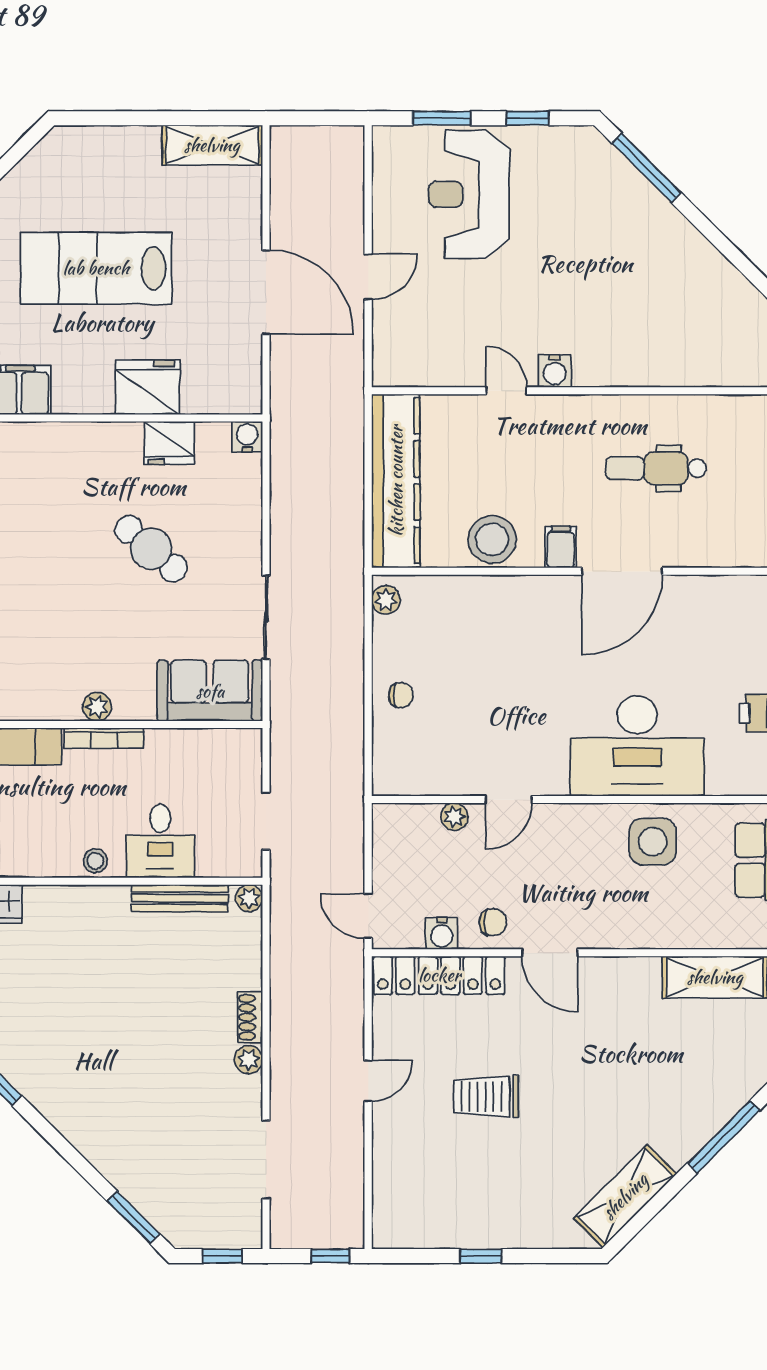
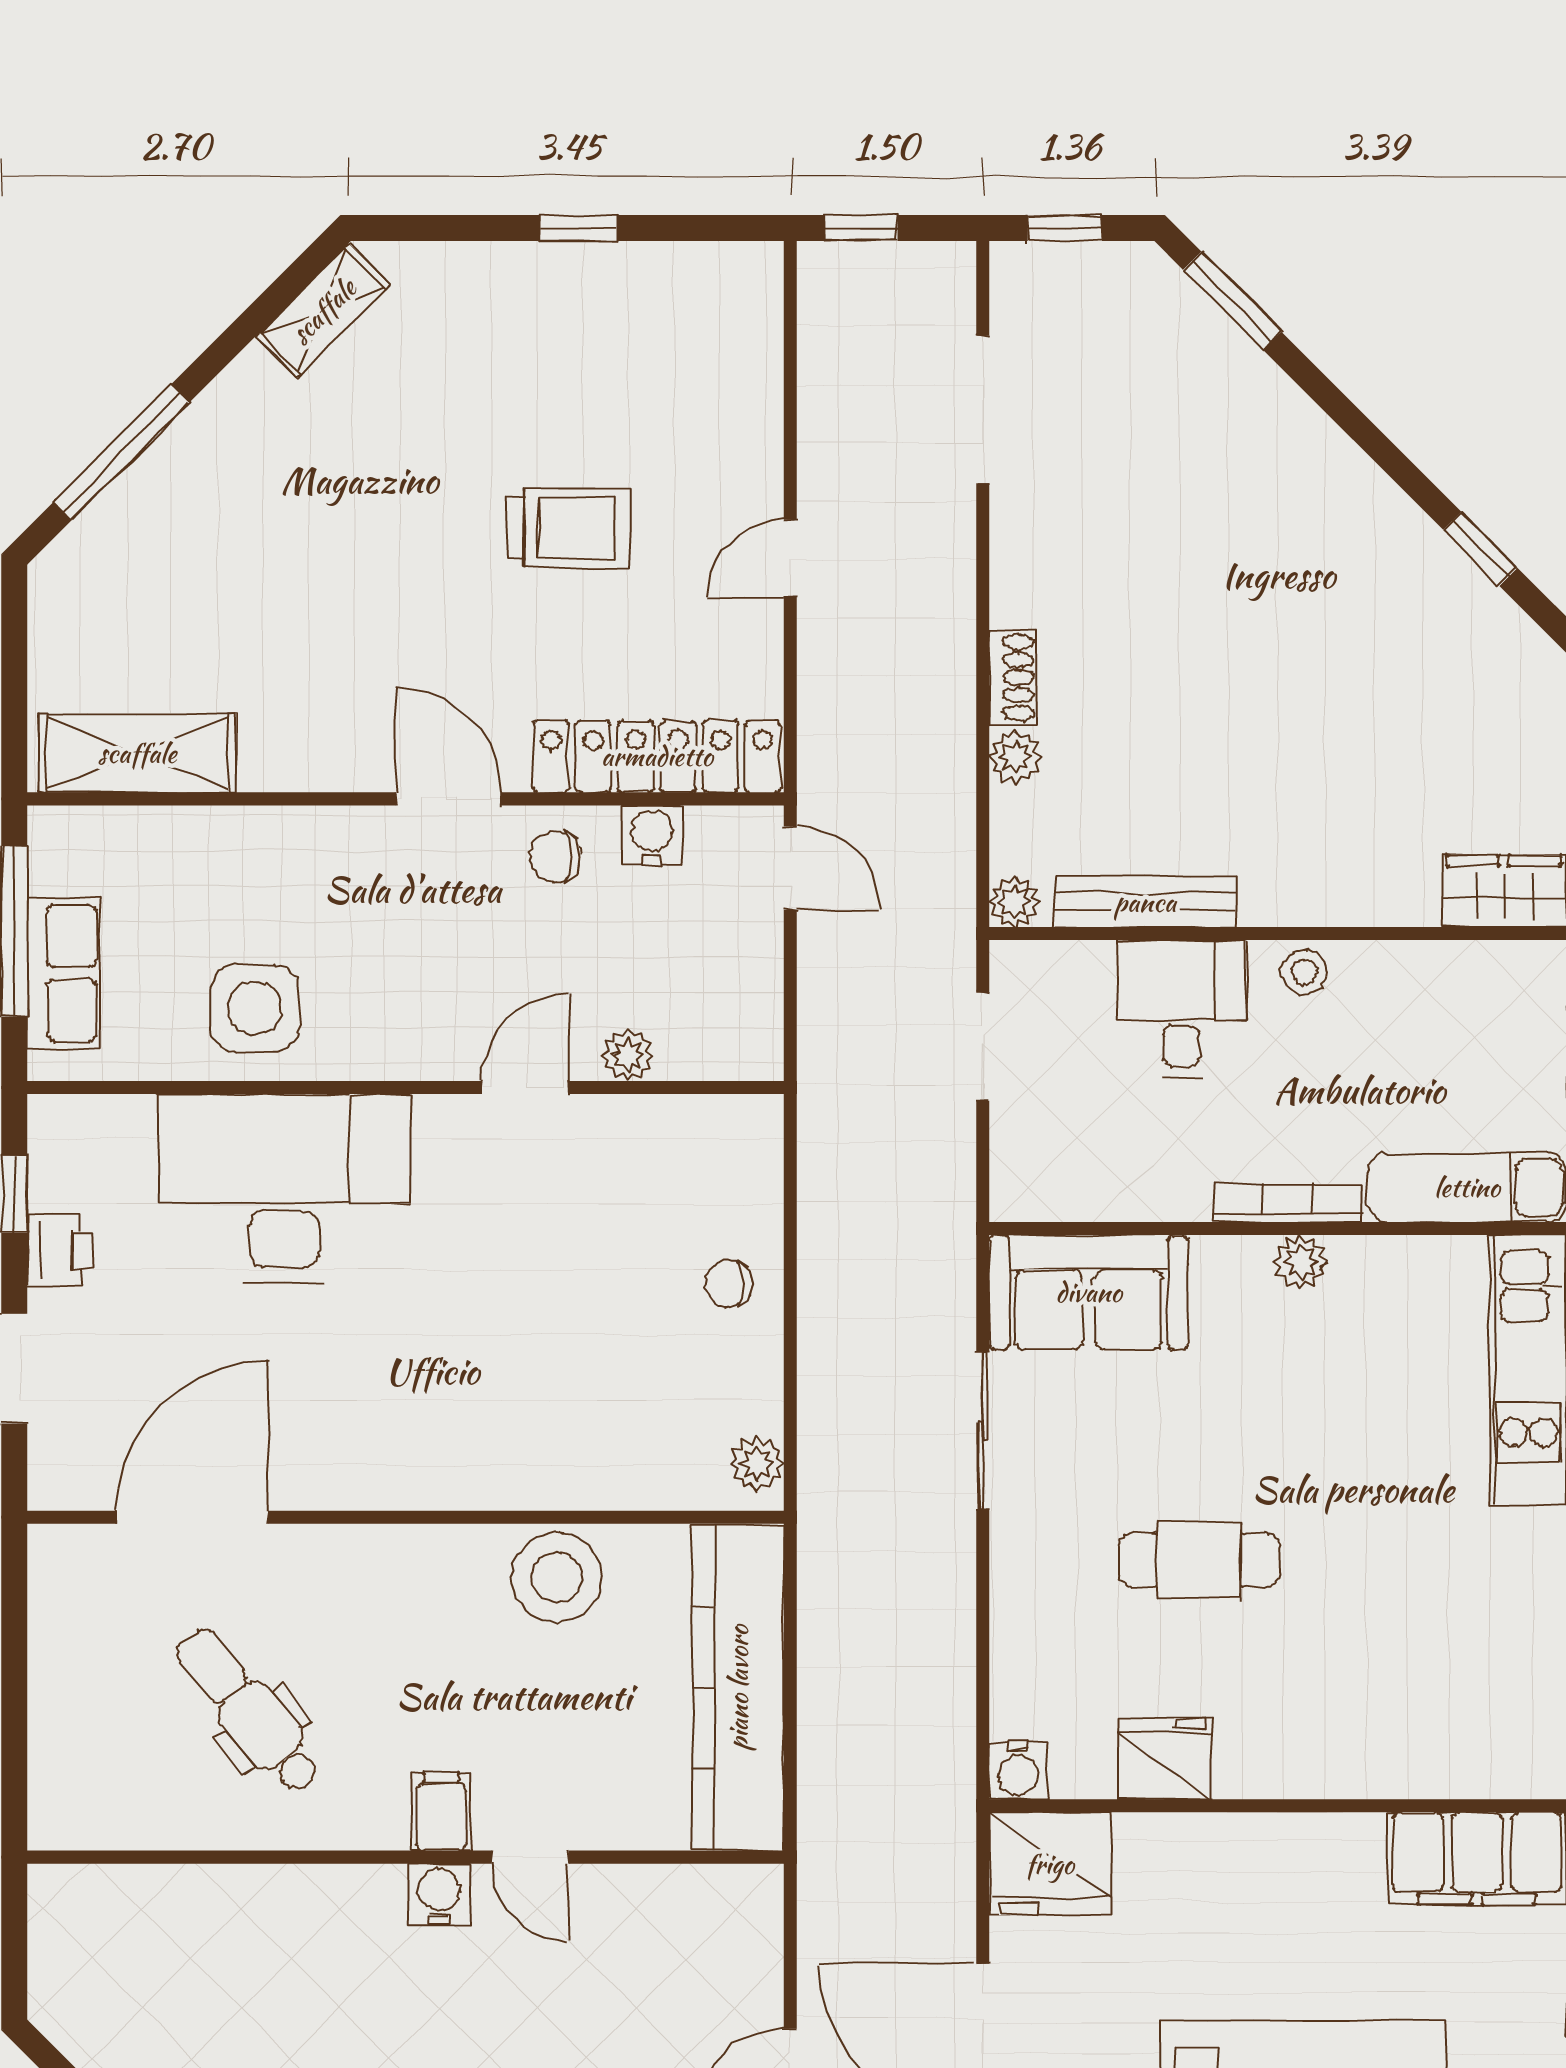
fridge: (147, 387) -> (1050, 1864), moved
dental chair: (656, 468) -> (248, 1711), turned -129
filing cabinet: (561, 547) -> (441, 1812), moved, turned 180
cafe table: (151, 549) -> (1199, 1560), turned -41
door: (622, 571) -> (193, 1517), moved
plant: (248, 1060) -> (1016, 757), moved
shelving: (625, 1196) -> (323, 311), width x0.67, depth x0.75

